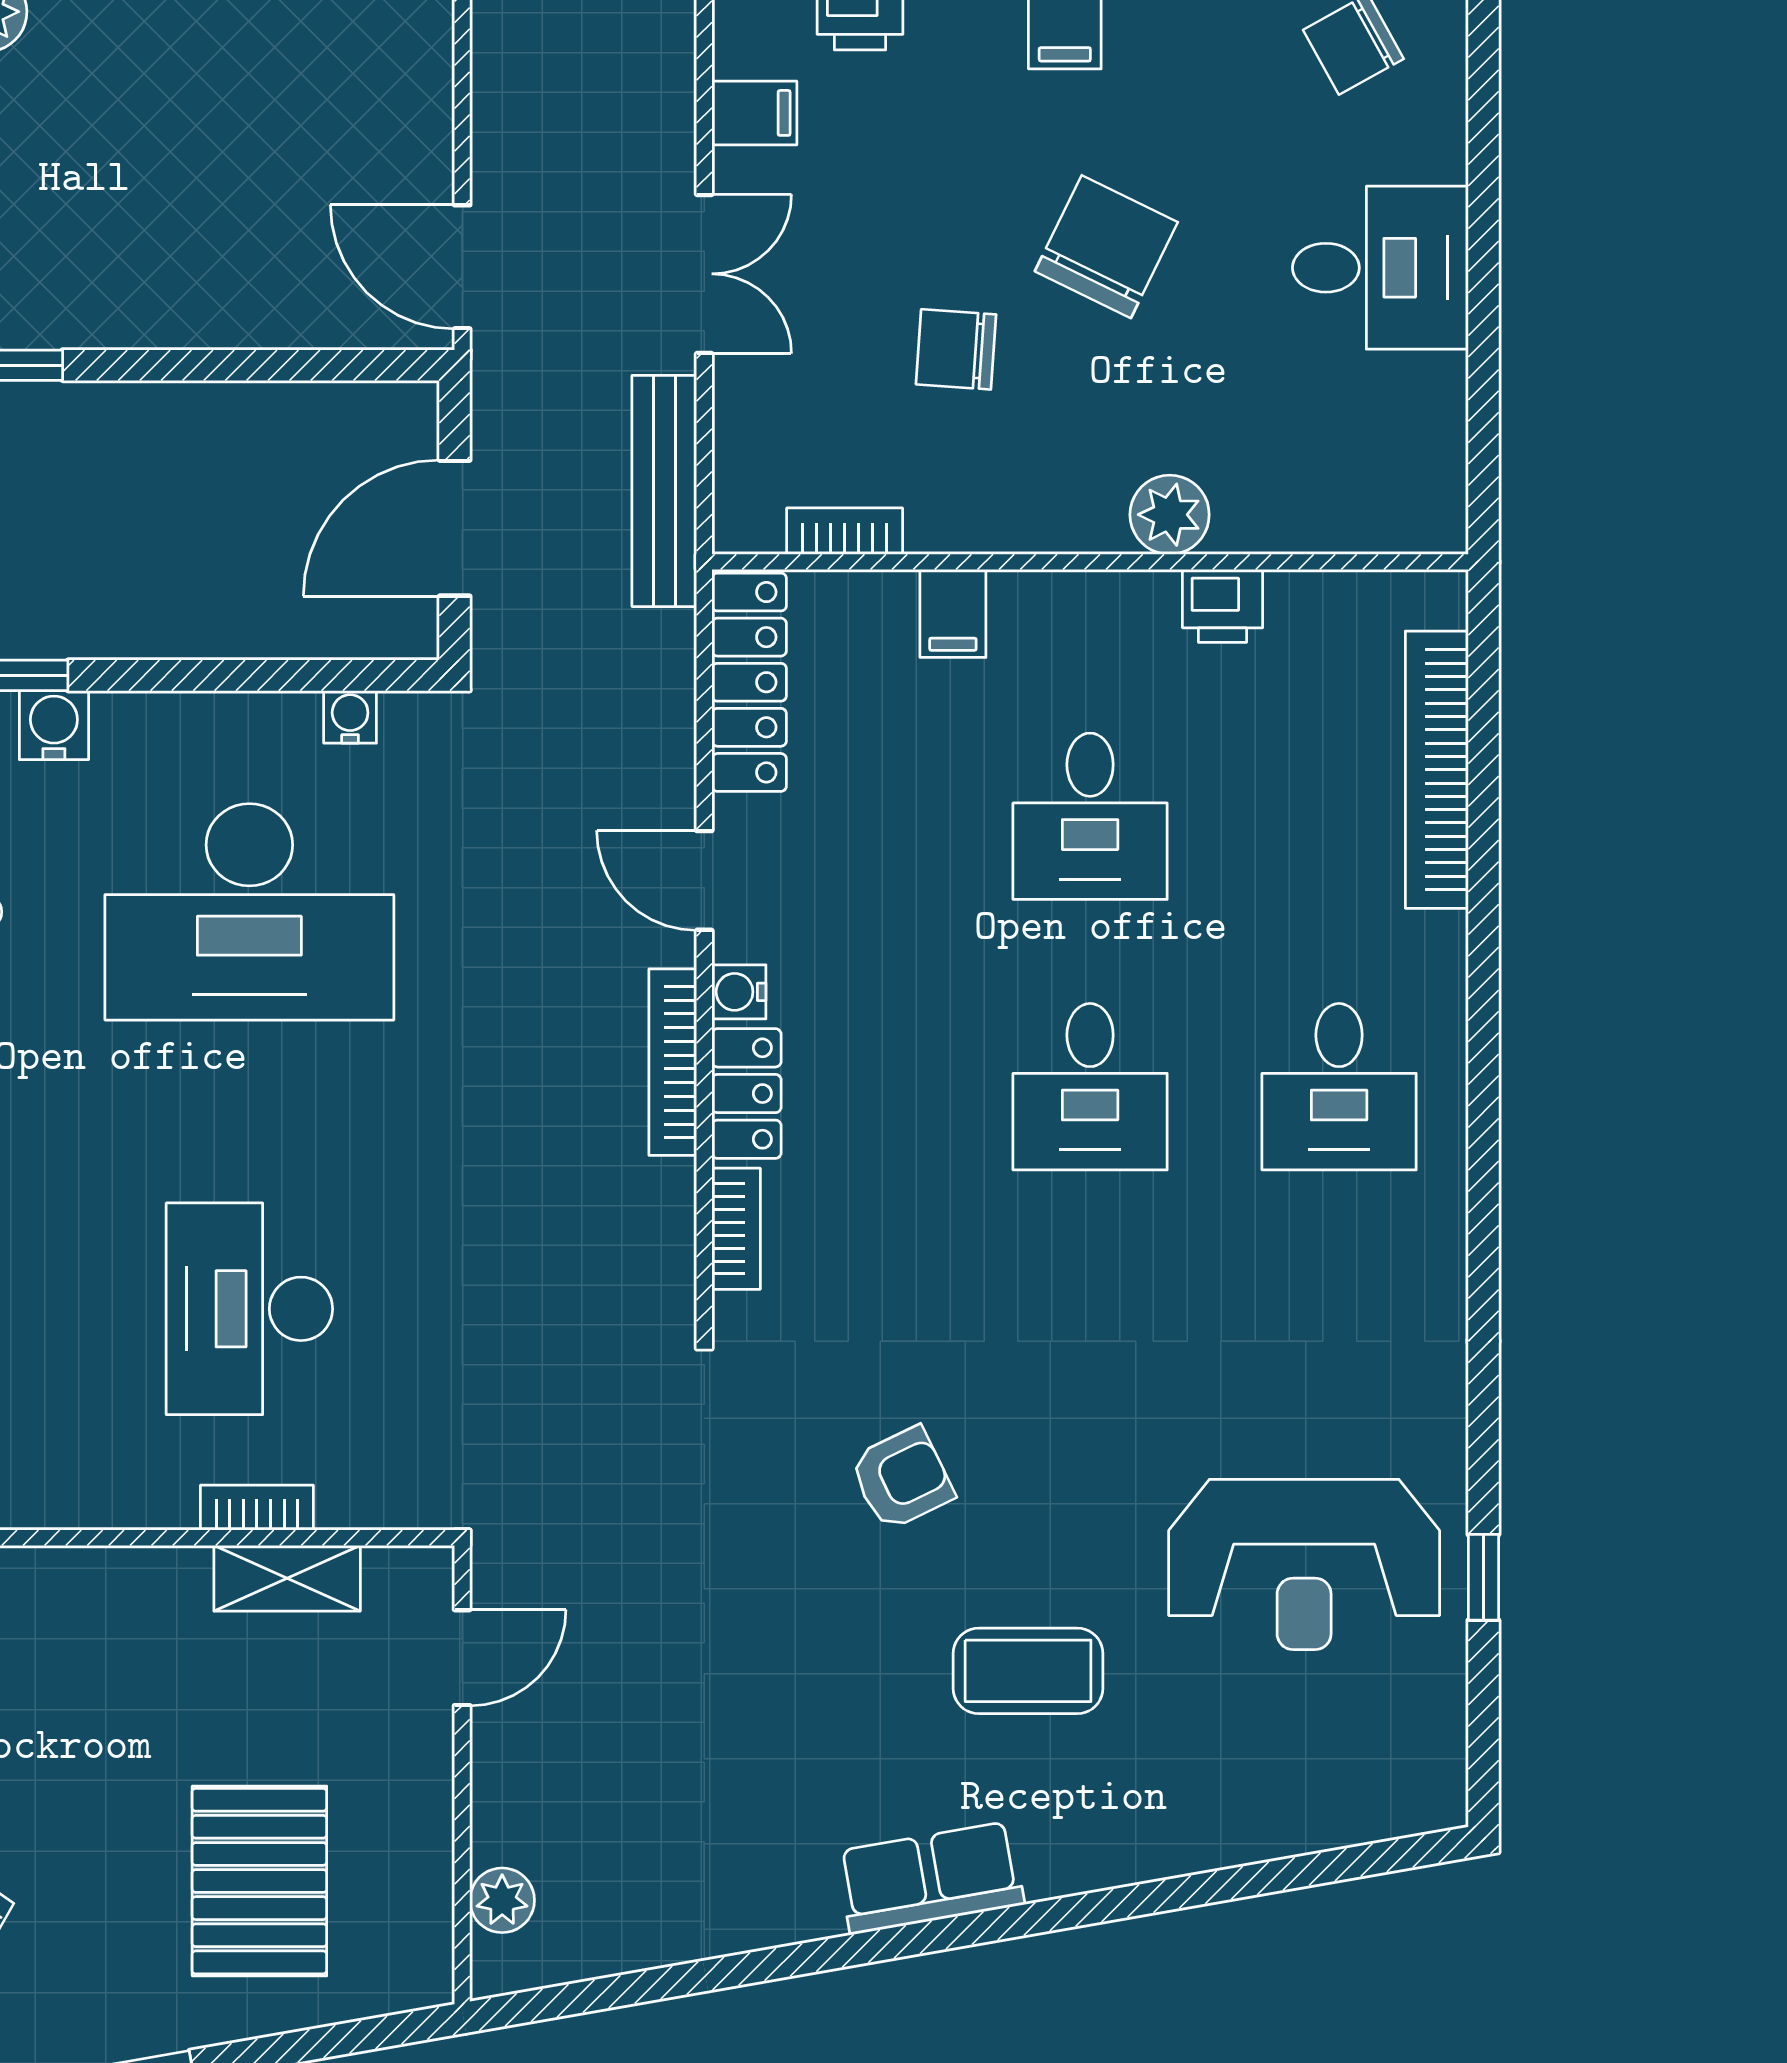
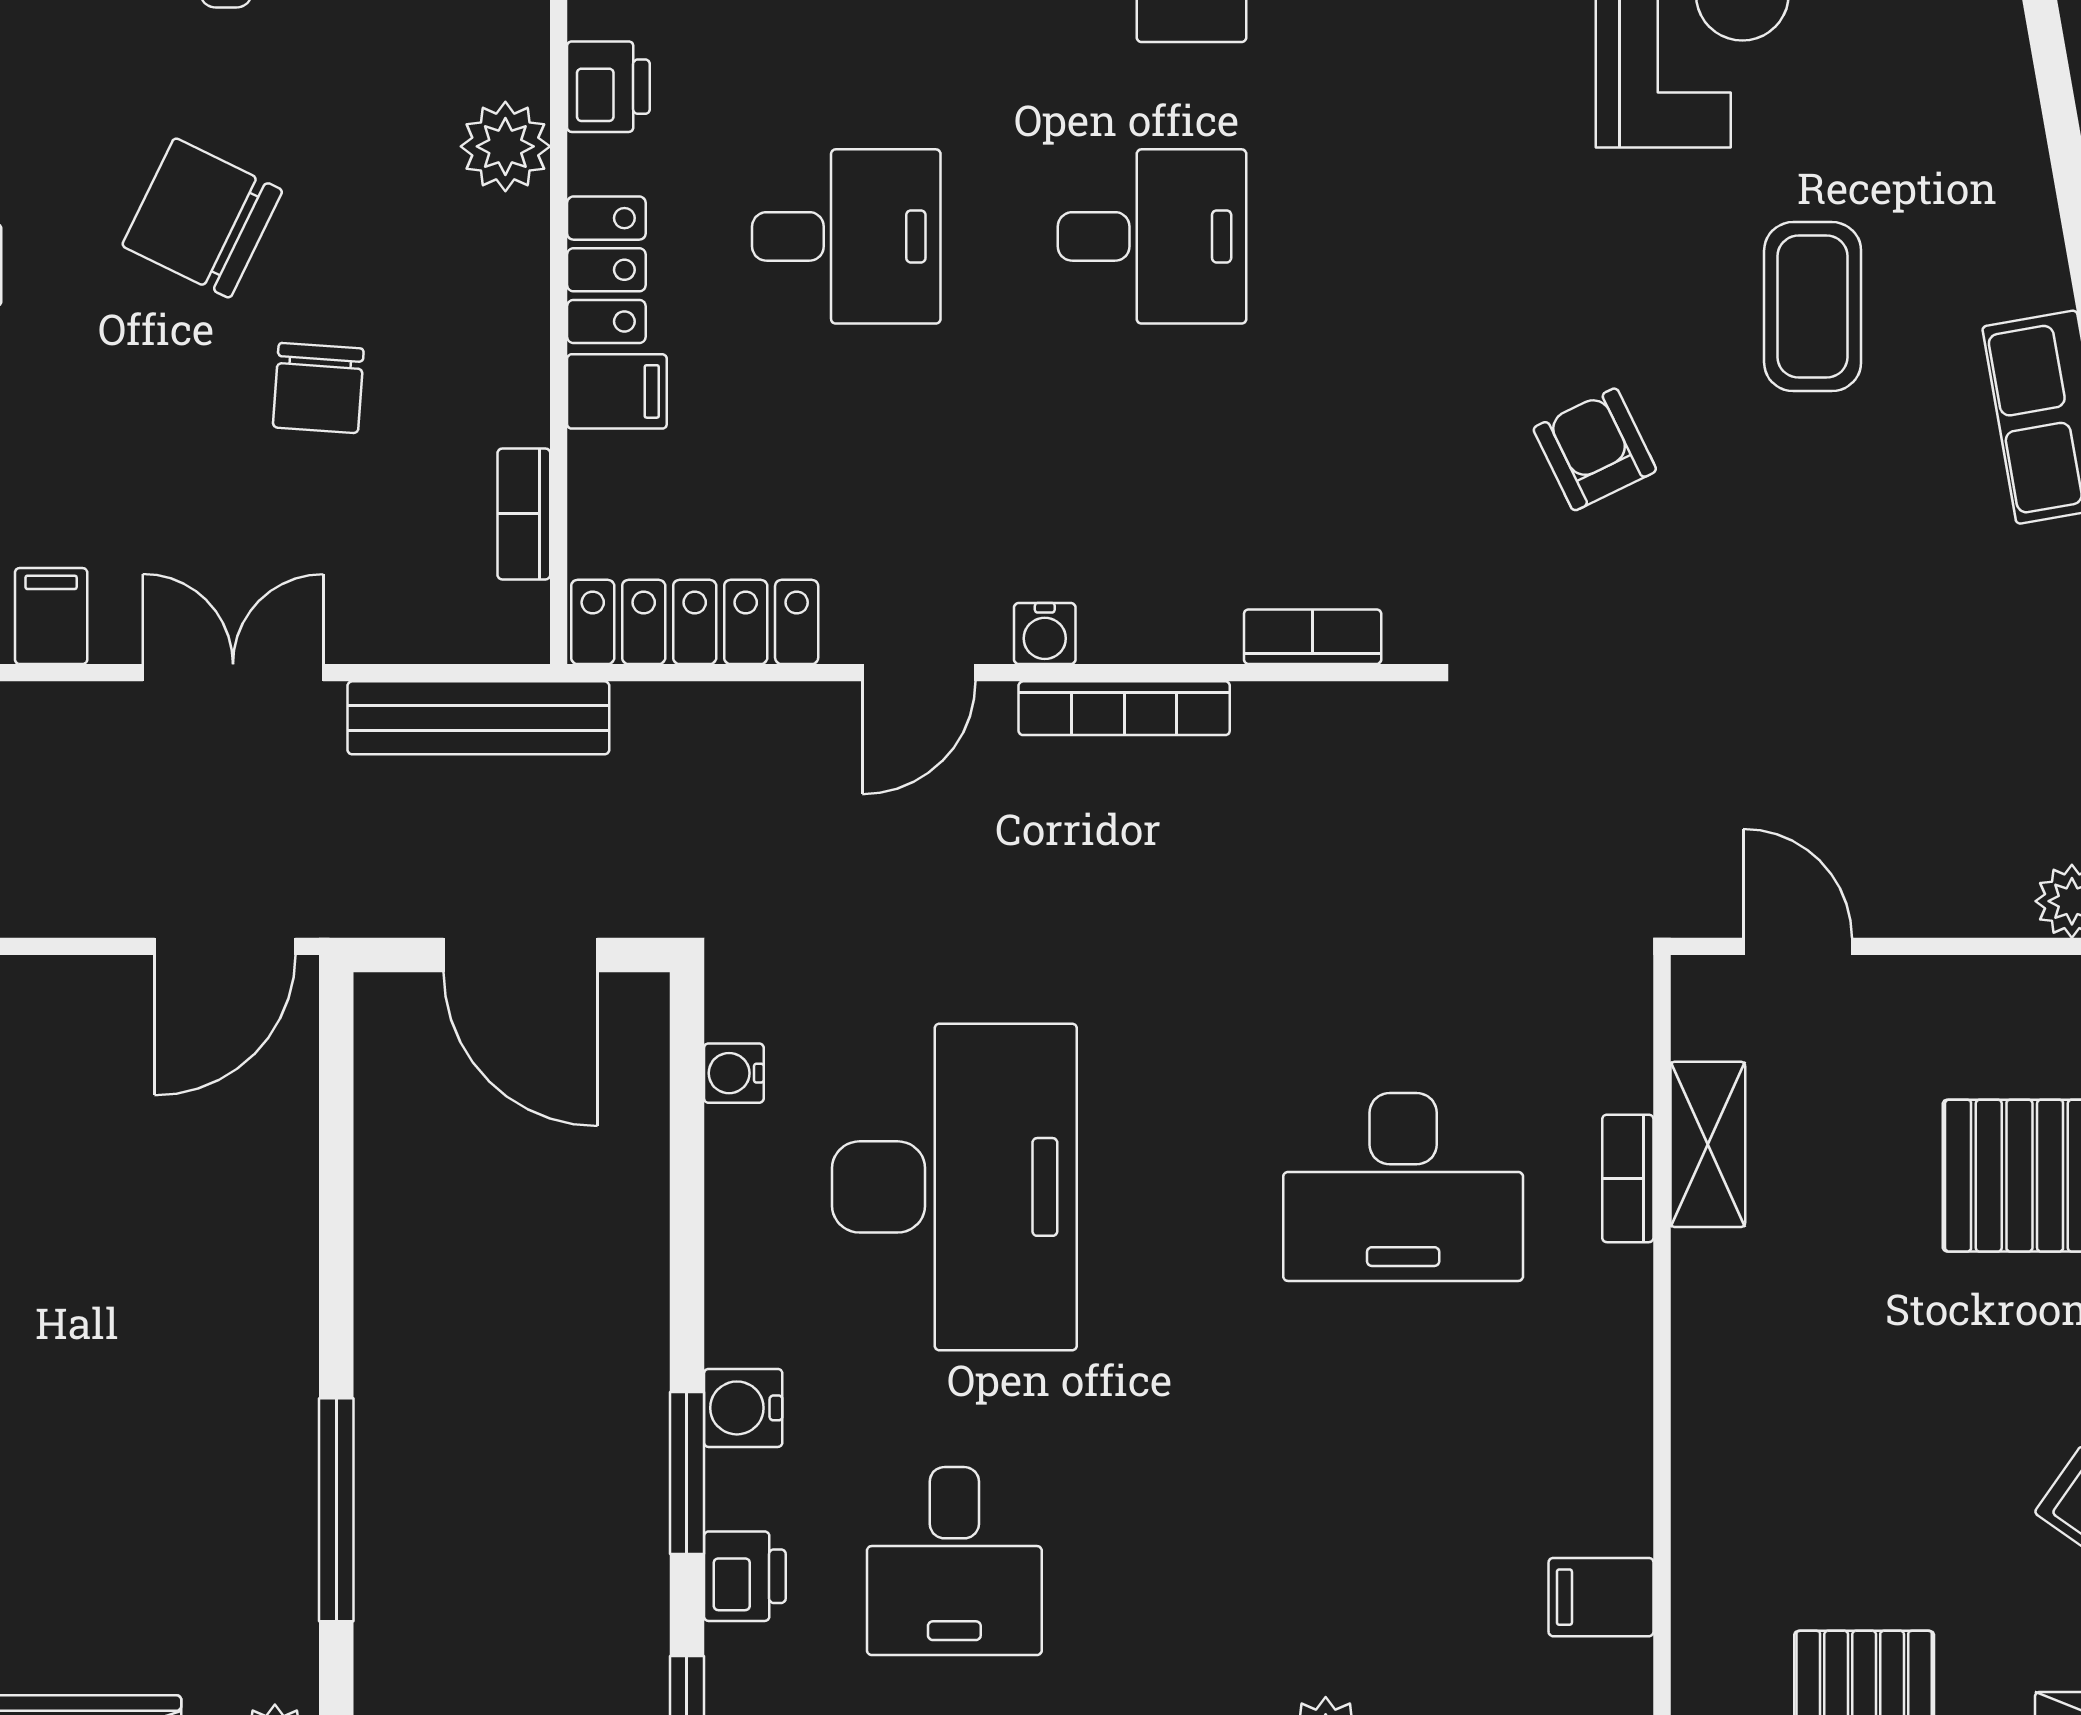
locker: (746, 1094) -> (606, 270), moved, turned 90

